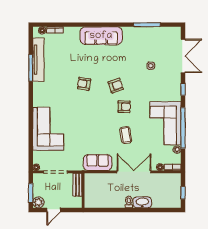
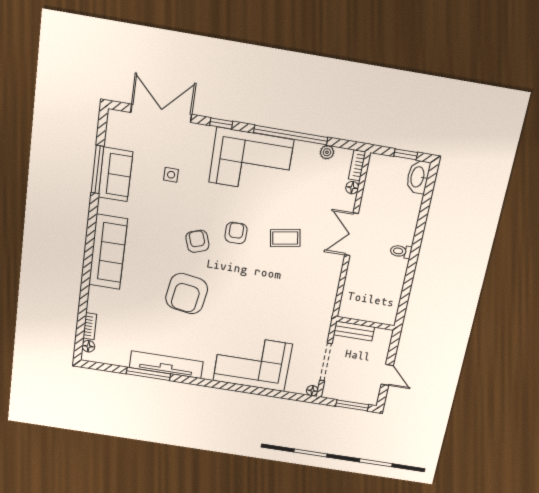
tv unit: (38, 60) -> (166, 365), moved
armchair: (84, 84) -> (187, 294), width x1.88, depth x1.88
corner sofa: (165, 123) -> (251, 161), moved
sofa: (98, 163) -> (115, 174), moved, turned 180
double door: (134, 172) -> (351, 234), width x0.73
plant: (38, 202) -> (370, 396), removed
washbasin: (142, 202) -> (418, 177), moved

